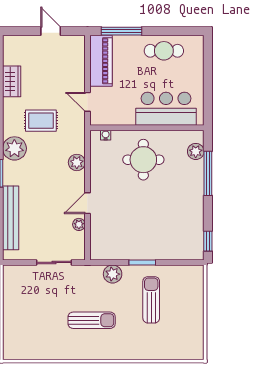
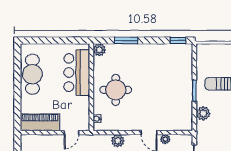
window: (121, 31) -> (17, 107), removed
cafe table: (164, 51) -> (32, 74), width x1.37, depth x1.35
plant: (196, 151) -> (99, 50), moved
window: (208, 173) -> (126, 41), width x0.69

